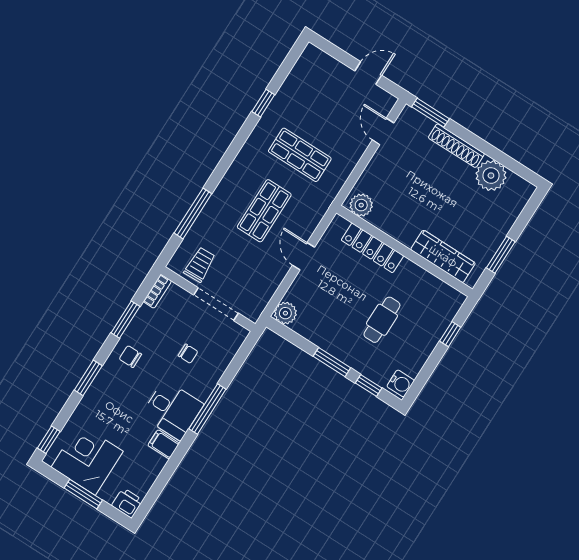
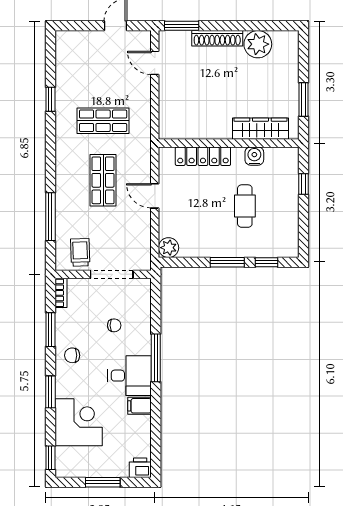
plant: (361, 205) -> (174, 129), removed
water cooler: (401, 383) -> (254, 156), moved, turned -90
corner desk: (87, 459) -> (79, 422), moved, turned 90

